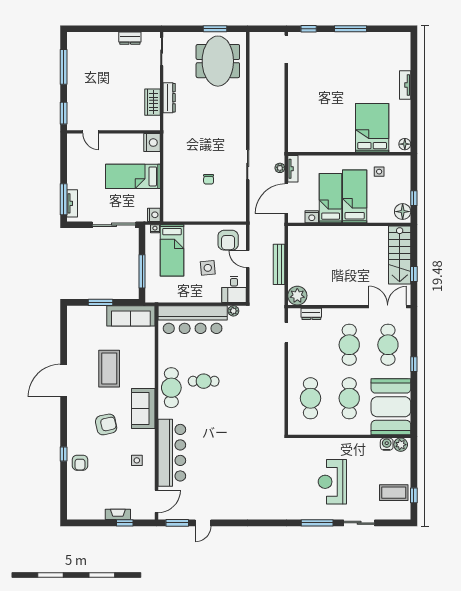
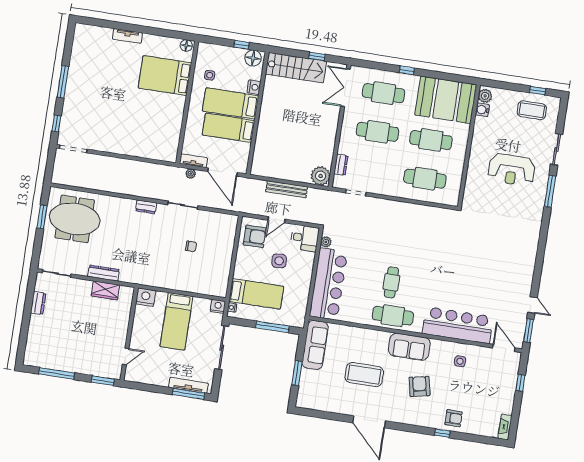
dresser: (241, 129) -> (146, 207), added
tv unit: (72, 203) -> (188, 385), width x1.41
nightstand: (312, 217) -> (254, 87), moved
coffee table: (394, 493) -> (532, 110), turned 90
fireplace: (118, 514) -> (505, 427), moved

